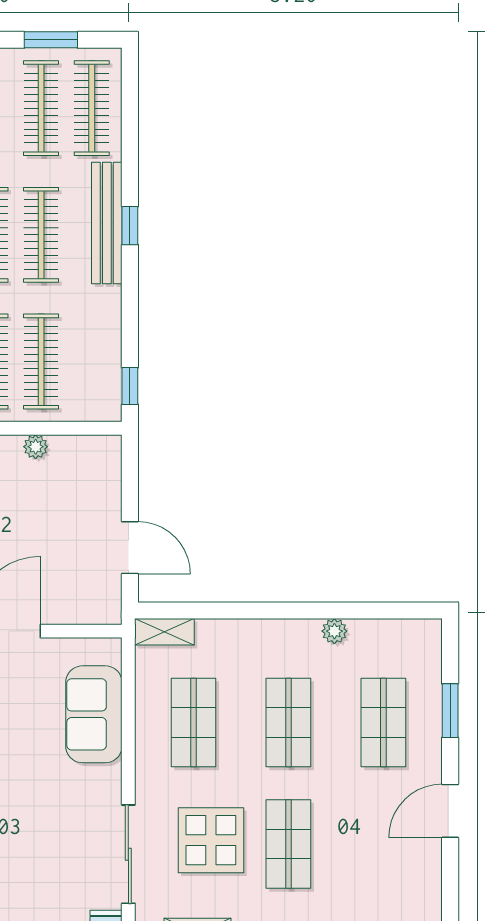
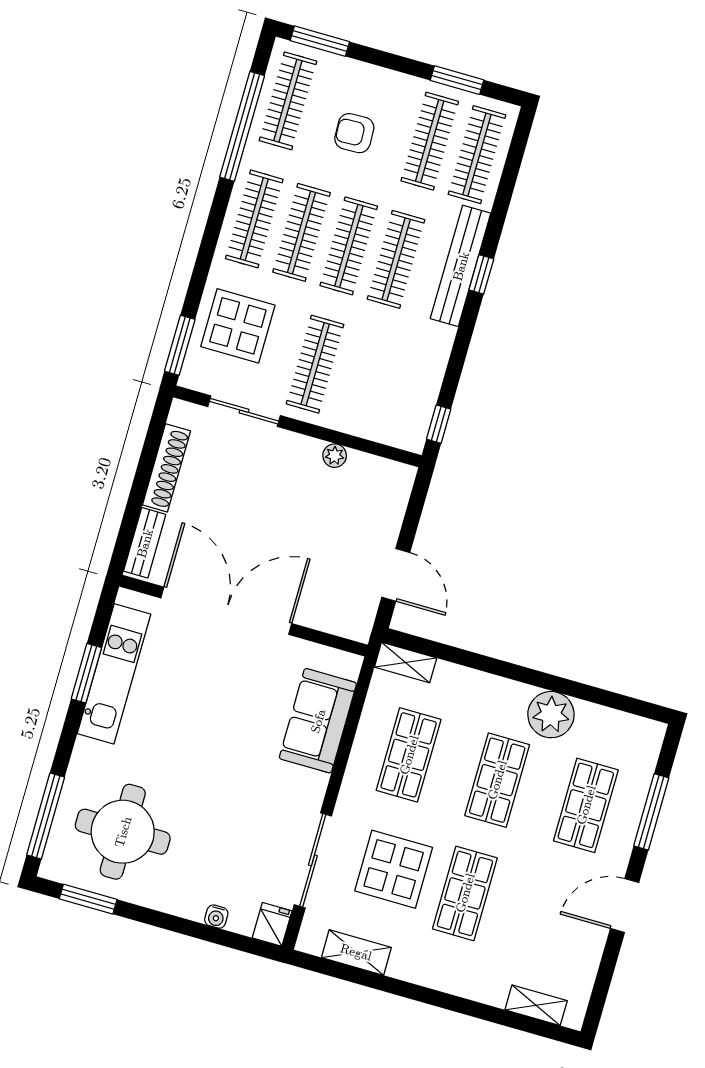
clothes rail: (41, 362) -> (362, 378), removed
plant: (334, 631) -> (551, 715), width x1.88, depth x1.88
window: (450, 711) -> (651, 812), width x1.44

